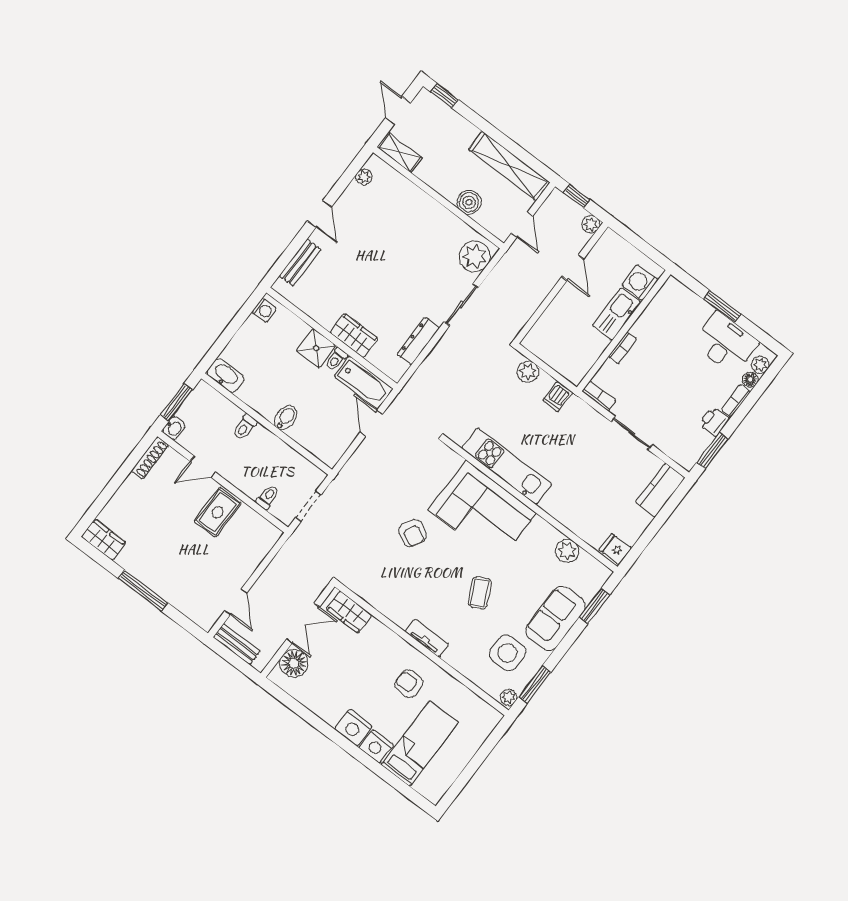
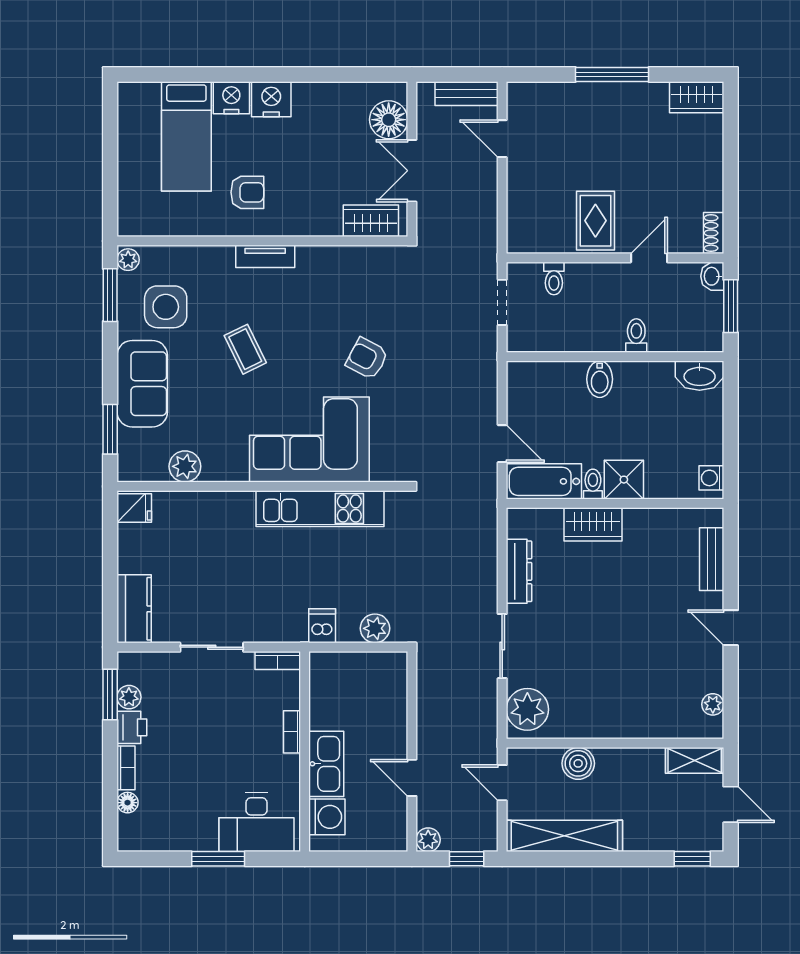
desk: (726, 343) -> (257, 822), moved
plant: (760, 365) -> (129, 697), moved
shoe rack: (150, 458) -> (714, 233), width x0.70

